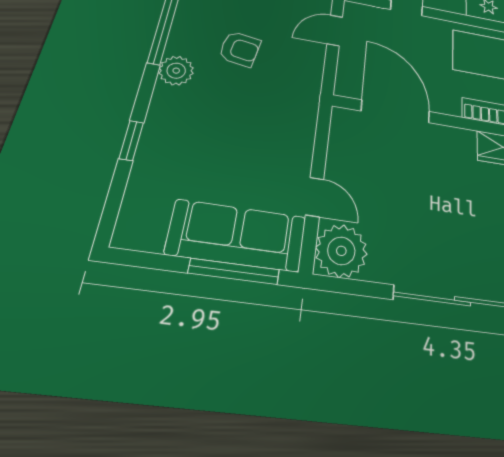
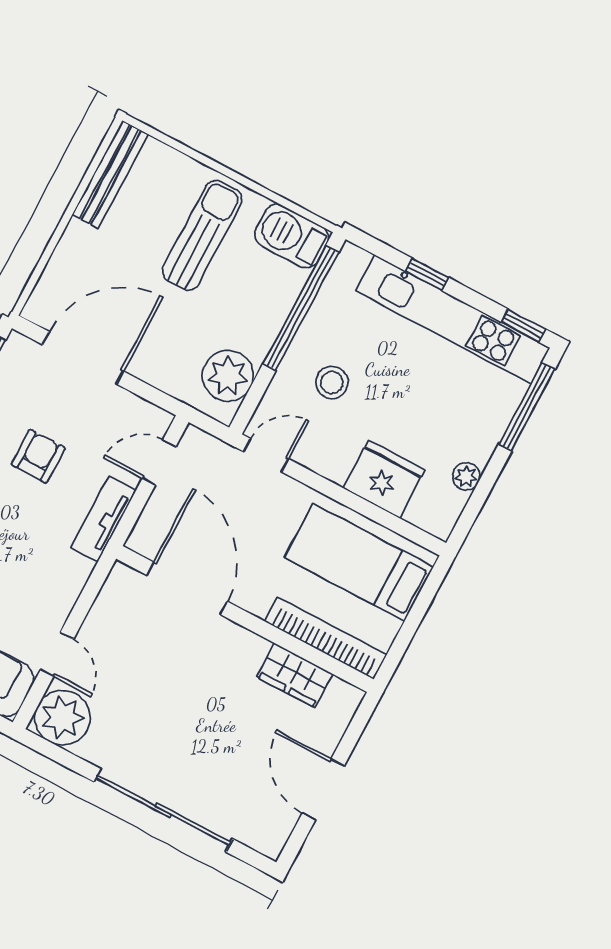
armchair: (240, 49) -> (38, 456), turned -99
tv unit: (310, 80) -> (103, 519), added

